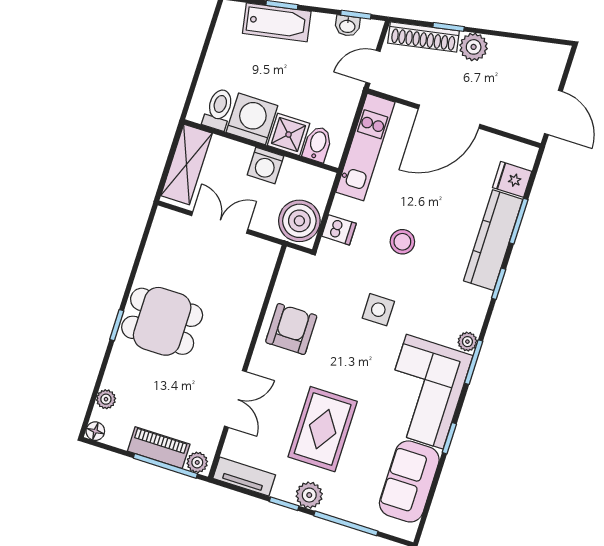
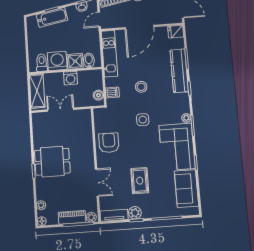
fridge: (512, 179) -> (176, 32), moved
boiler: (299, 221) -> (98, 95), width x0.54, depth x0.54
rug: (323, 429) -> (140, 181), width x0.73, depth x0.70
plant: (309, 495) -> (135, 213), moved

